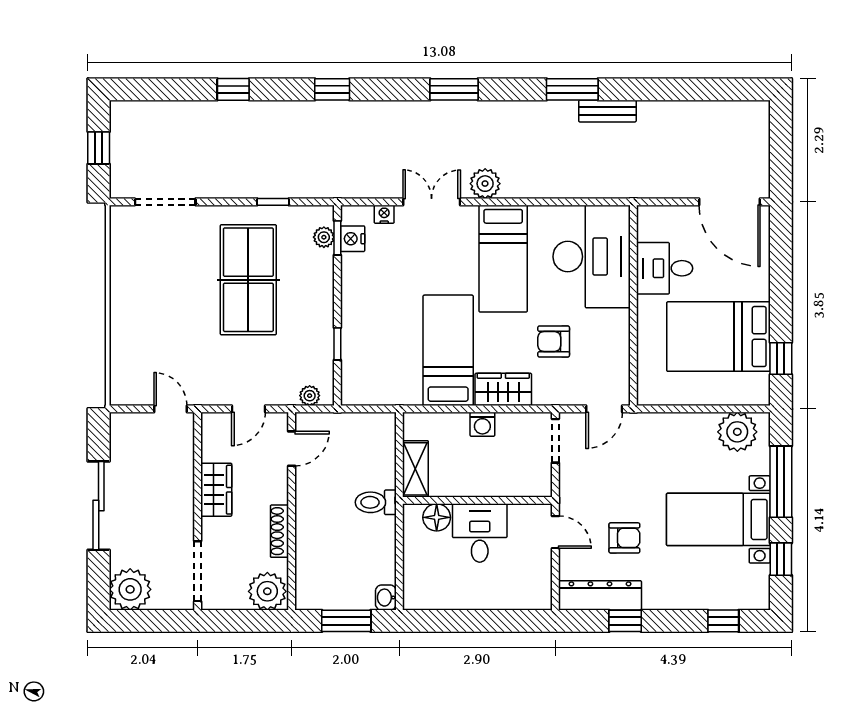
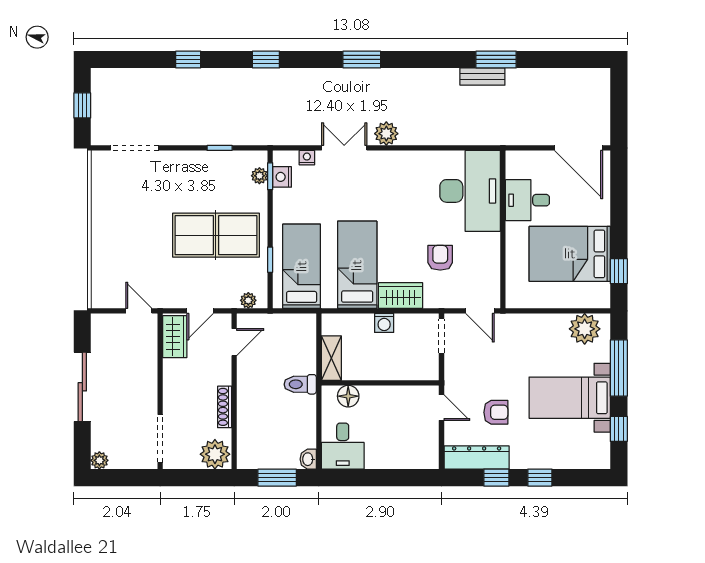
window: (572, 89) -> (496, 59), moved
bed: (503, 259) -> (302, 266), moved, turned 180
table tennis table: (248, 280) -> (216, 235), moved, turned 90
armchair: (554, 342) -> (440, 258), turned 90
door: (604, 409) -> (480, 311), hinge flipped
wardrobe: (216, 490) -> (175, 337), moved
desk: (480, 533) -> (343, 446), moved, turned 180
plant: (130, 589) -> (99, 460), width x0.53, depth x0.53
window: (723, 621) -> (540, 478), moved

